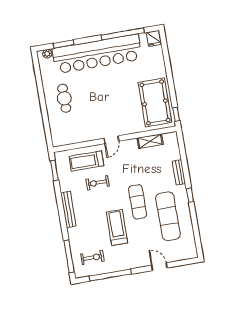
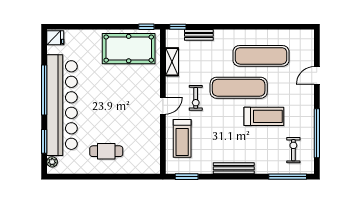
window: (123, 34) -> (44, 90), moved
door: (111, 140) -> (163, 106), hinge flipped
bench: (179, 172) -> (199, 35), moved
exercise bike: (98, 183) -> (196, 98), moved
window: (190, 195) -> (178, 27), moved
exercise mat: (138, 202) -> (239, 88), width x1.36, depth x1.45
treadmill: (117, 227) -> (264, 116), turned 180

